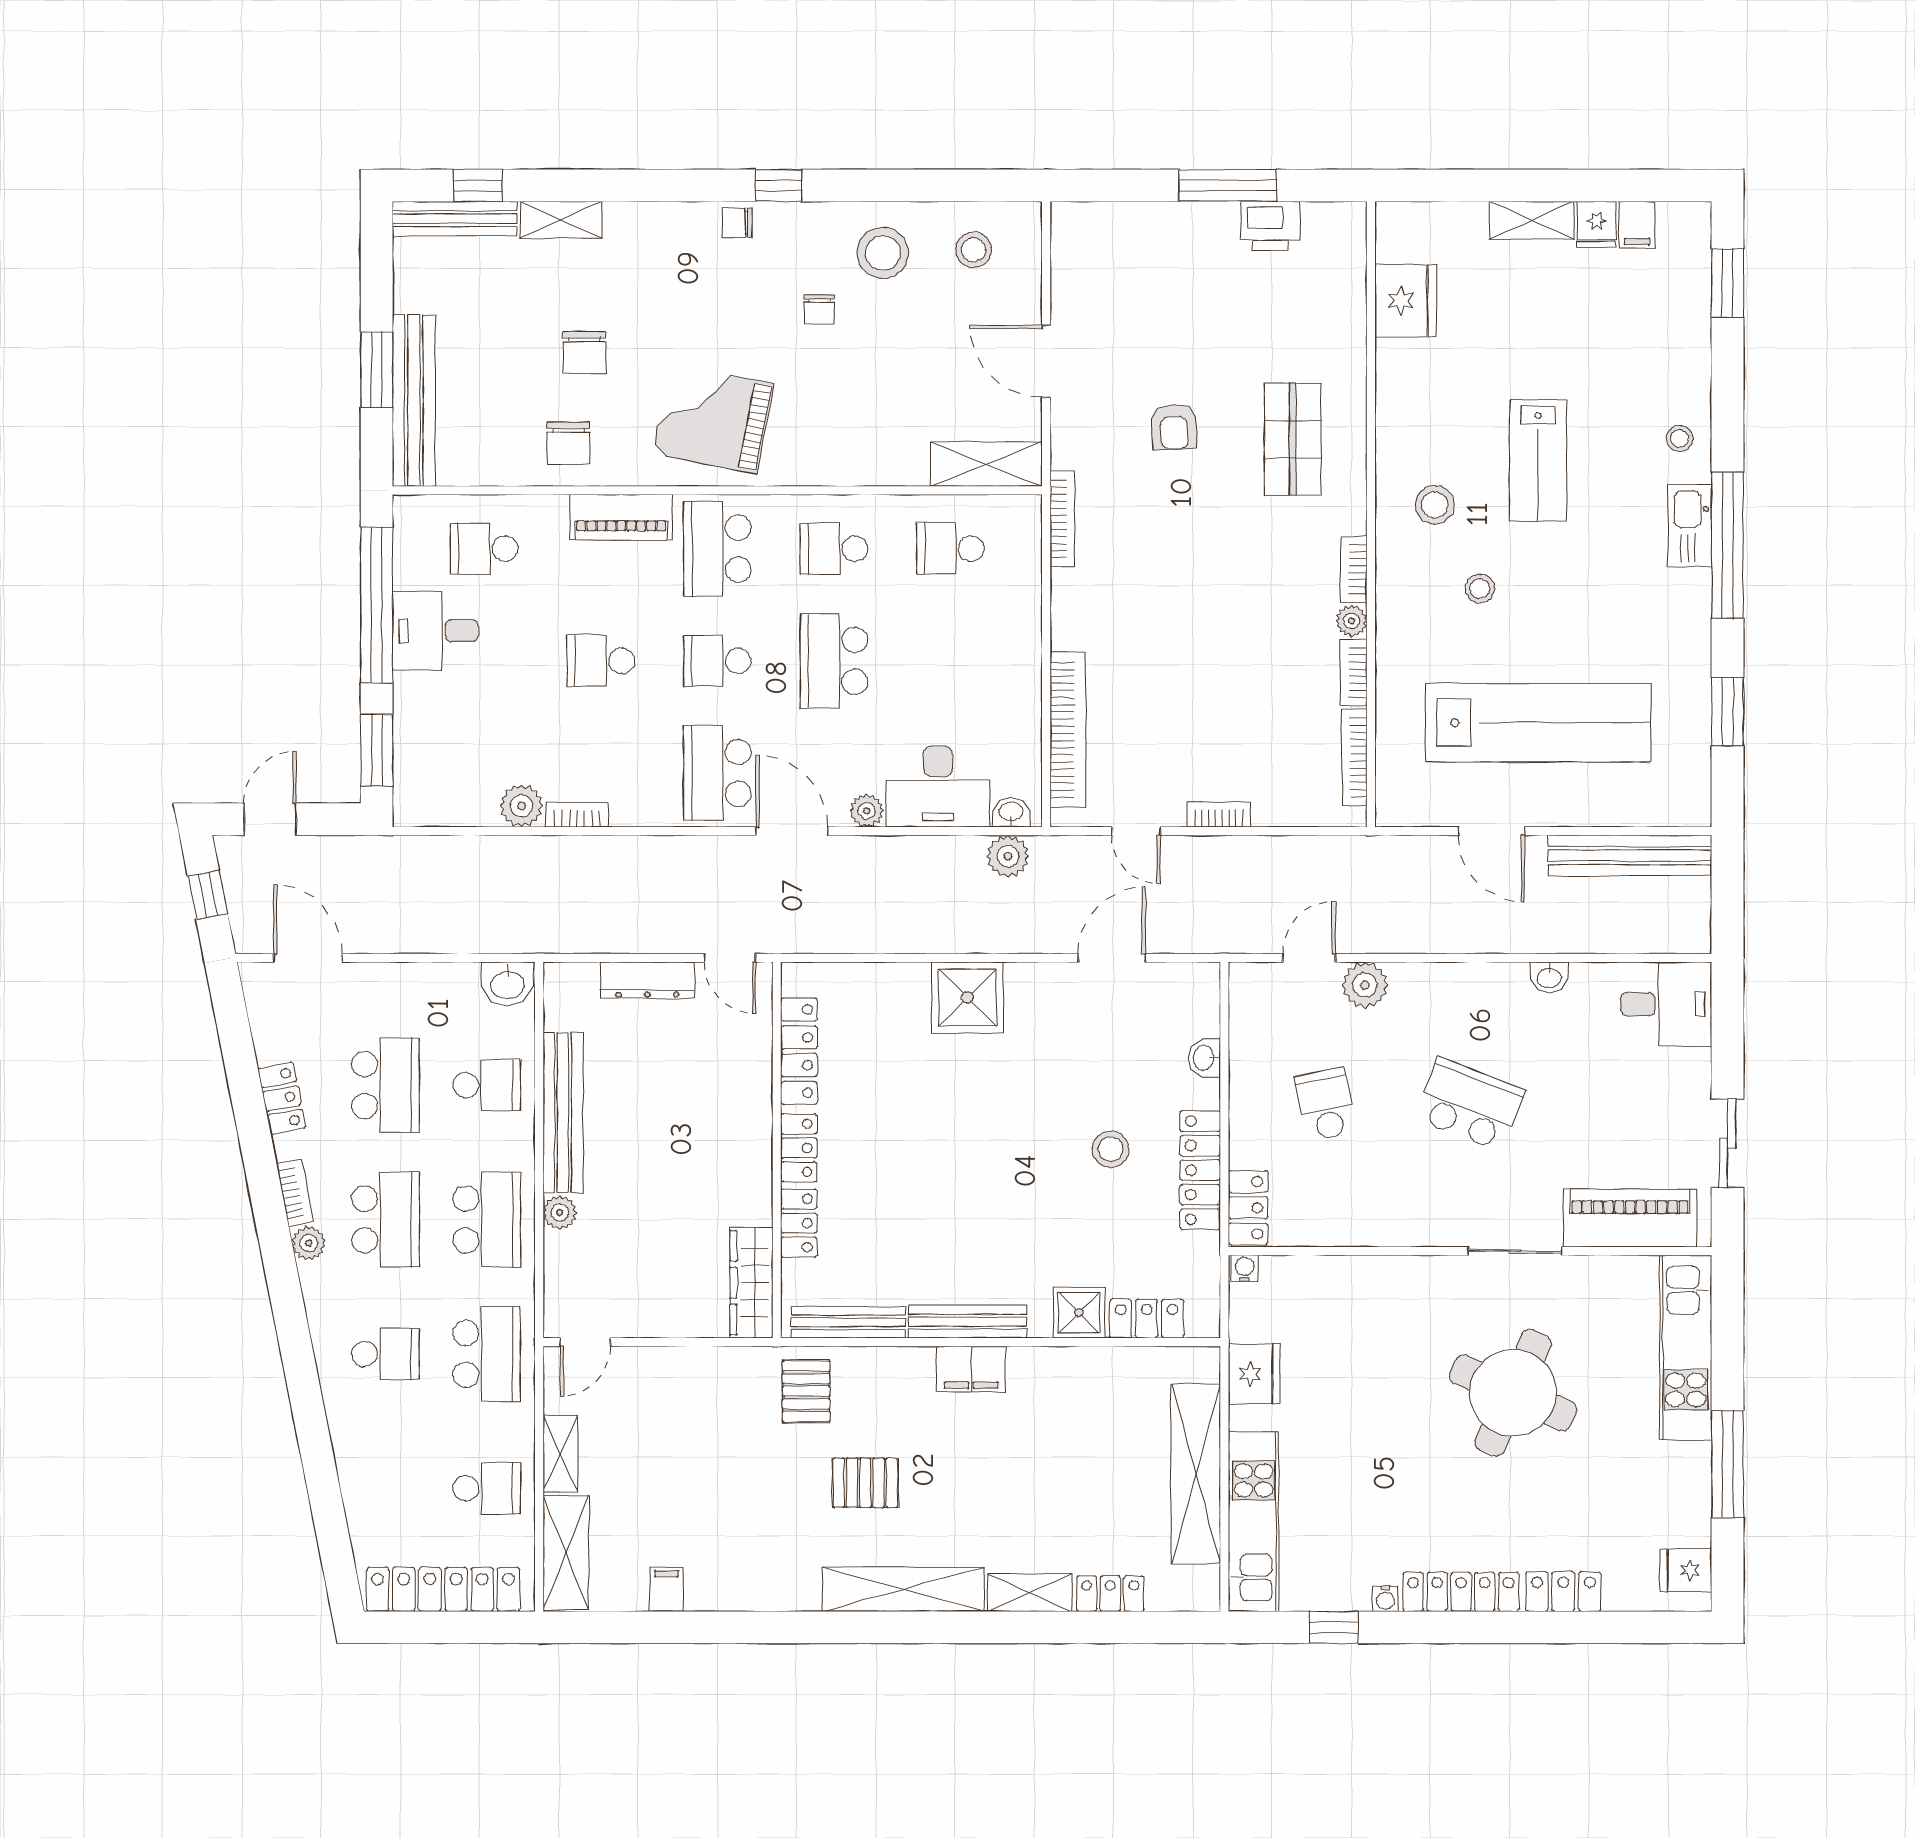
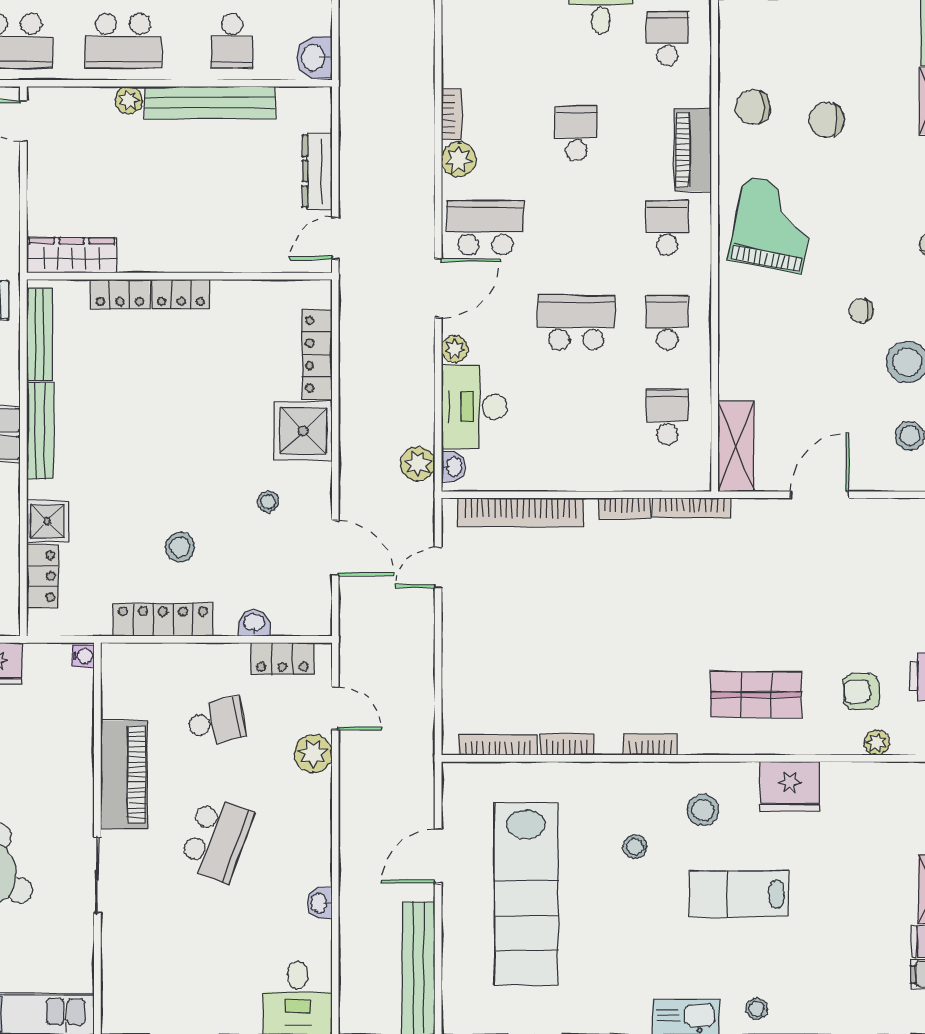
fridge: (1406, 301) -> (790, 787), moved
armchair: (1174, 427) -> (861, 691), moved
school desk: (717, 549) -> (667, 228), width x0.54
plant: (1352, 621) -> (877, 743), moved
school desk: (717, 661) -> (576, 228), removed
plant: (522, 806) -> (459, 159), moved
bookcase: (1219, 814) -> (624, 508), moved, turned 90
stool: (1055, 1041) -> (268, 502), added
locker: (799, 1051) -> (317, 354), moved, turned 90
locker: (1248, 1208) -> (282, 659), moved
piano: (1630, 1218) -> (124, 775), moved

